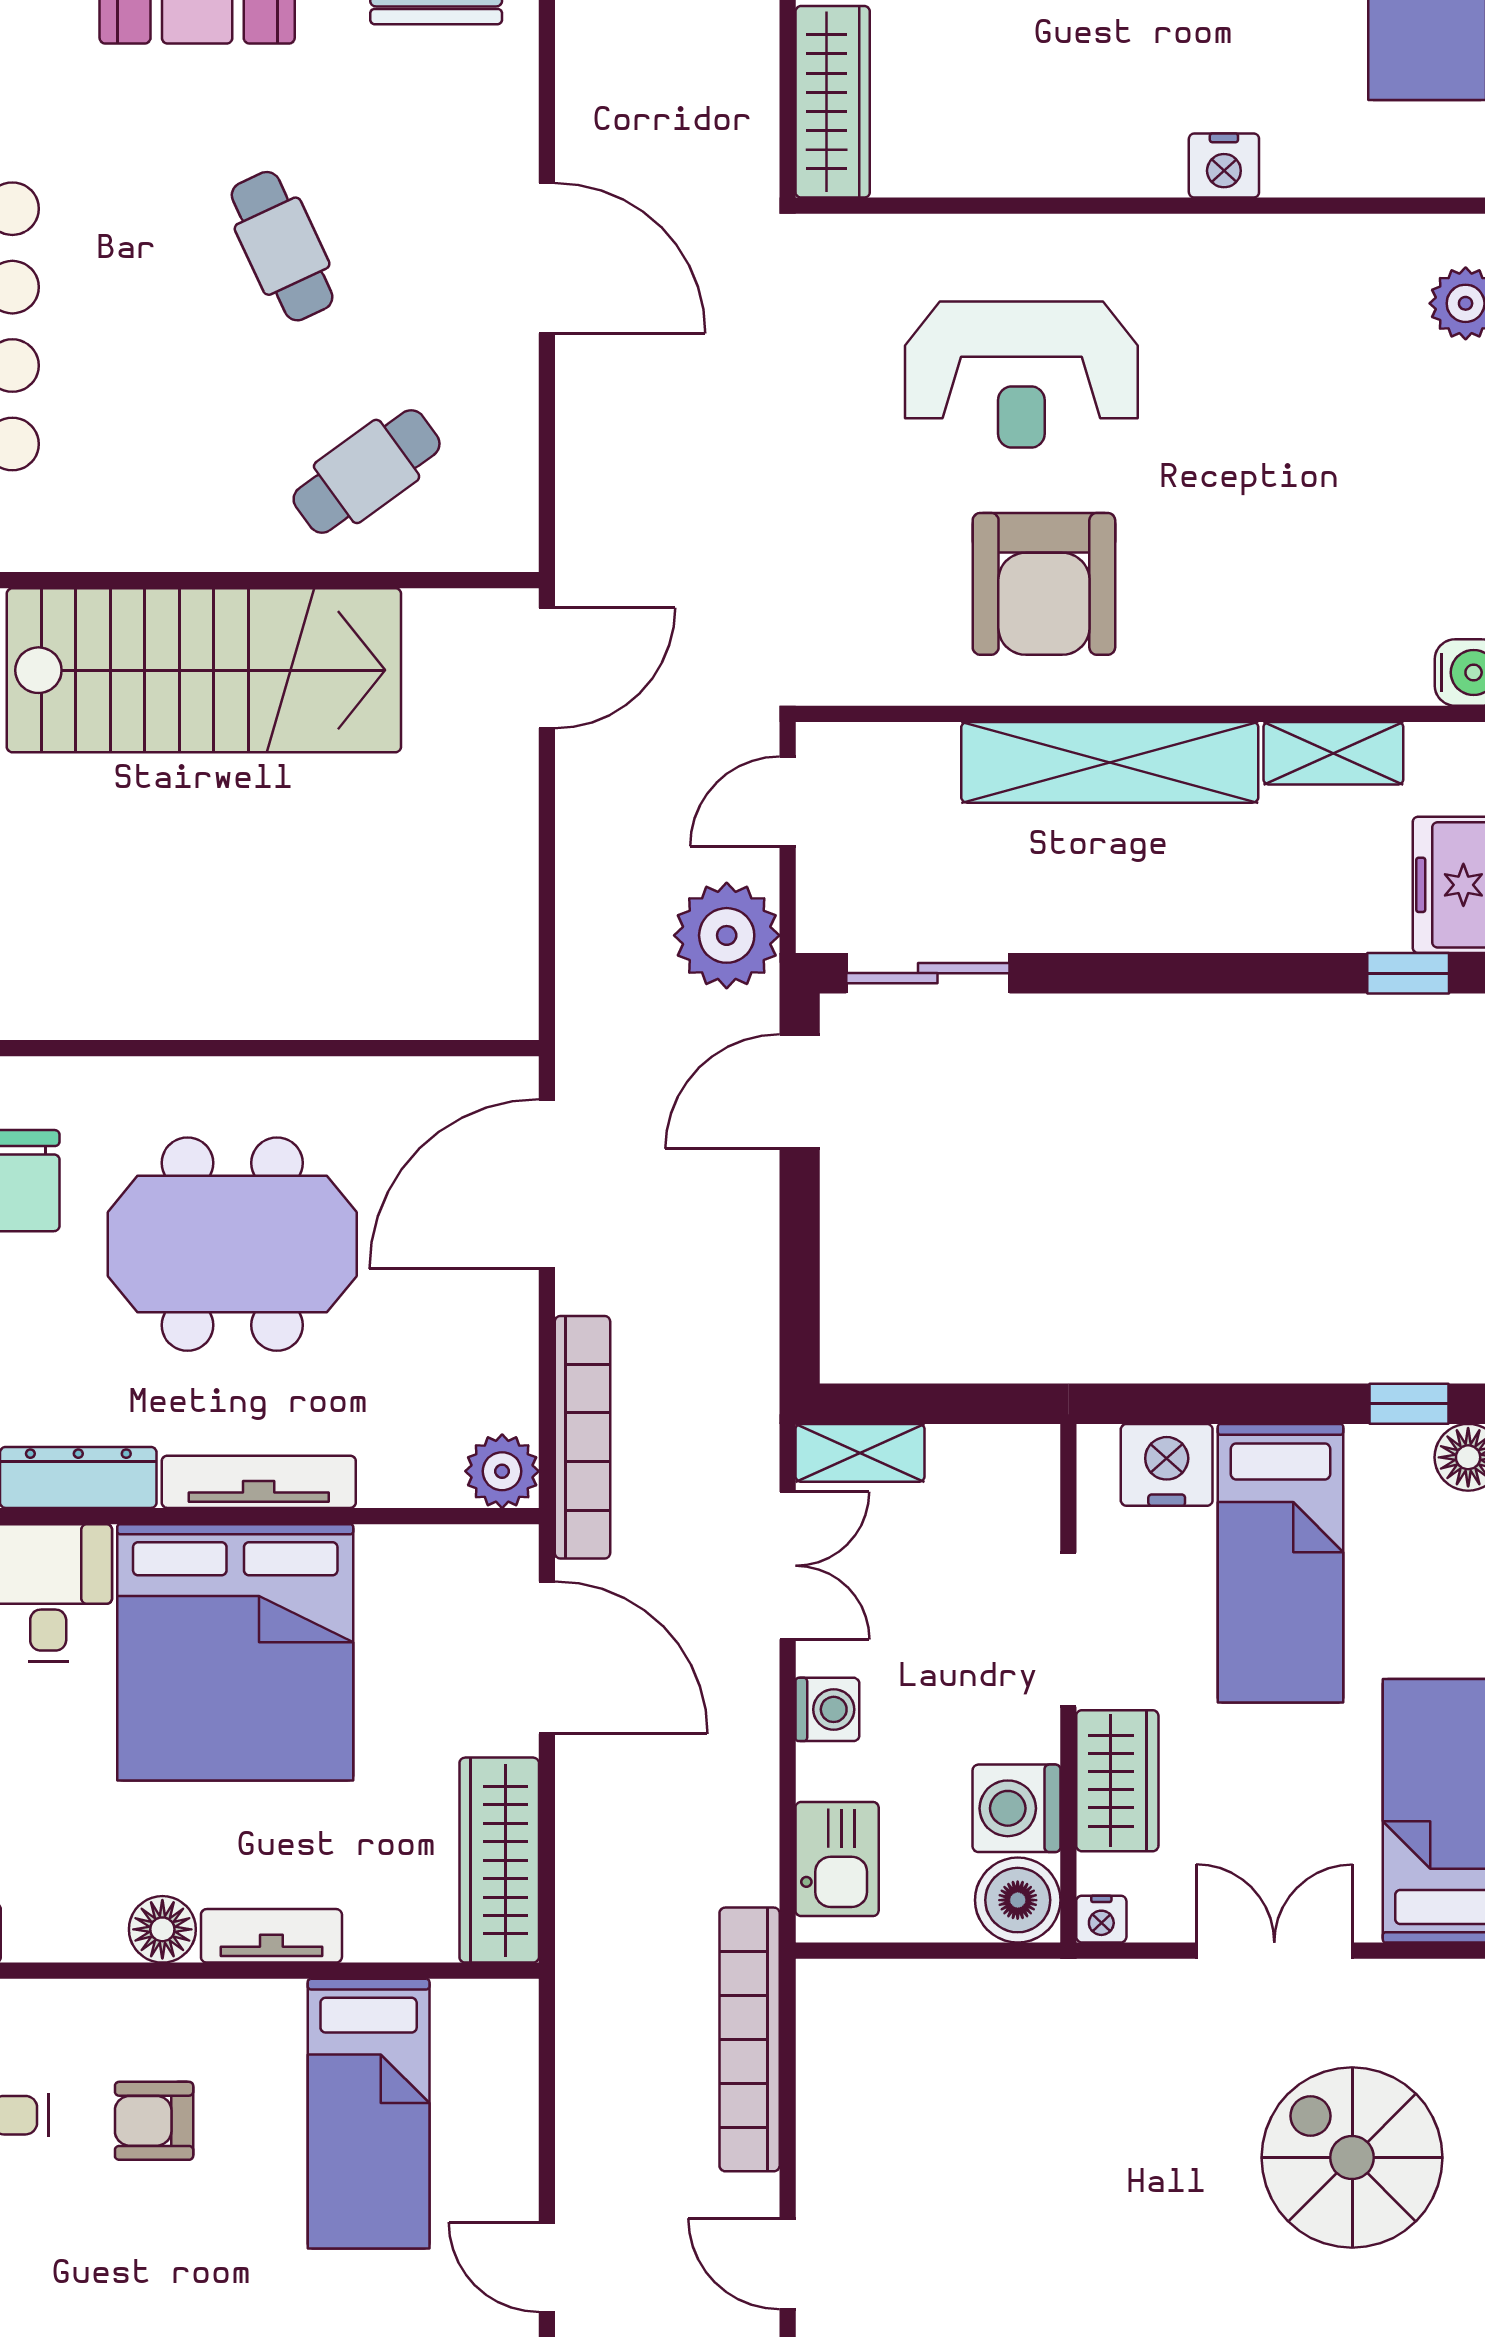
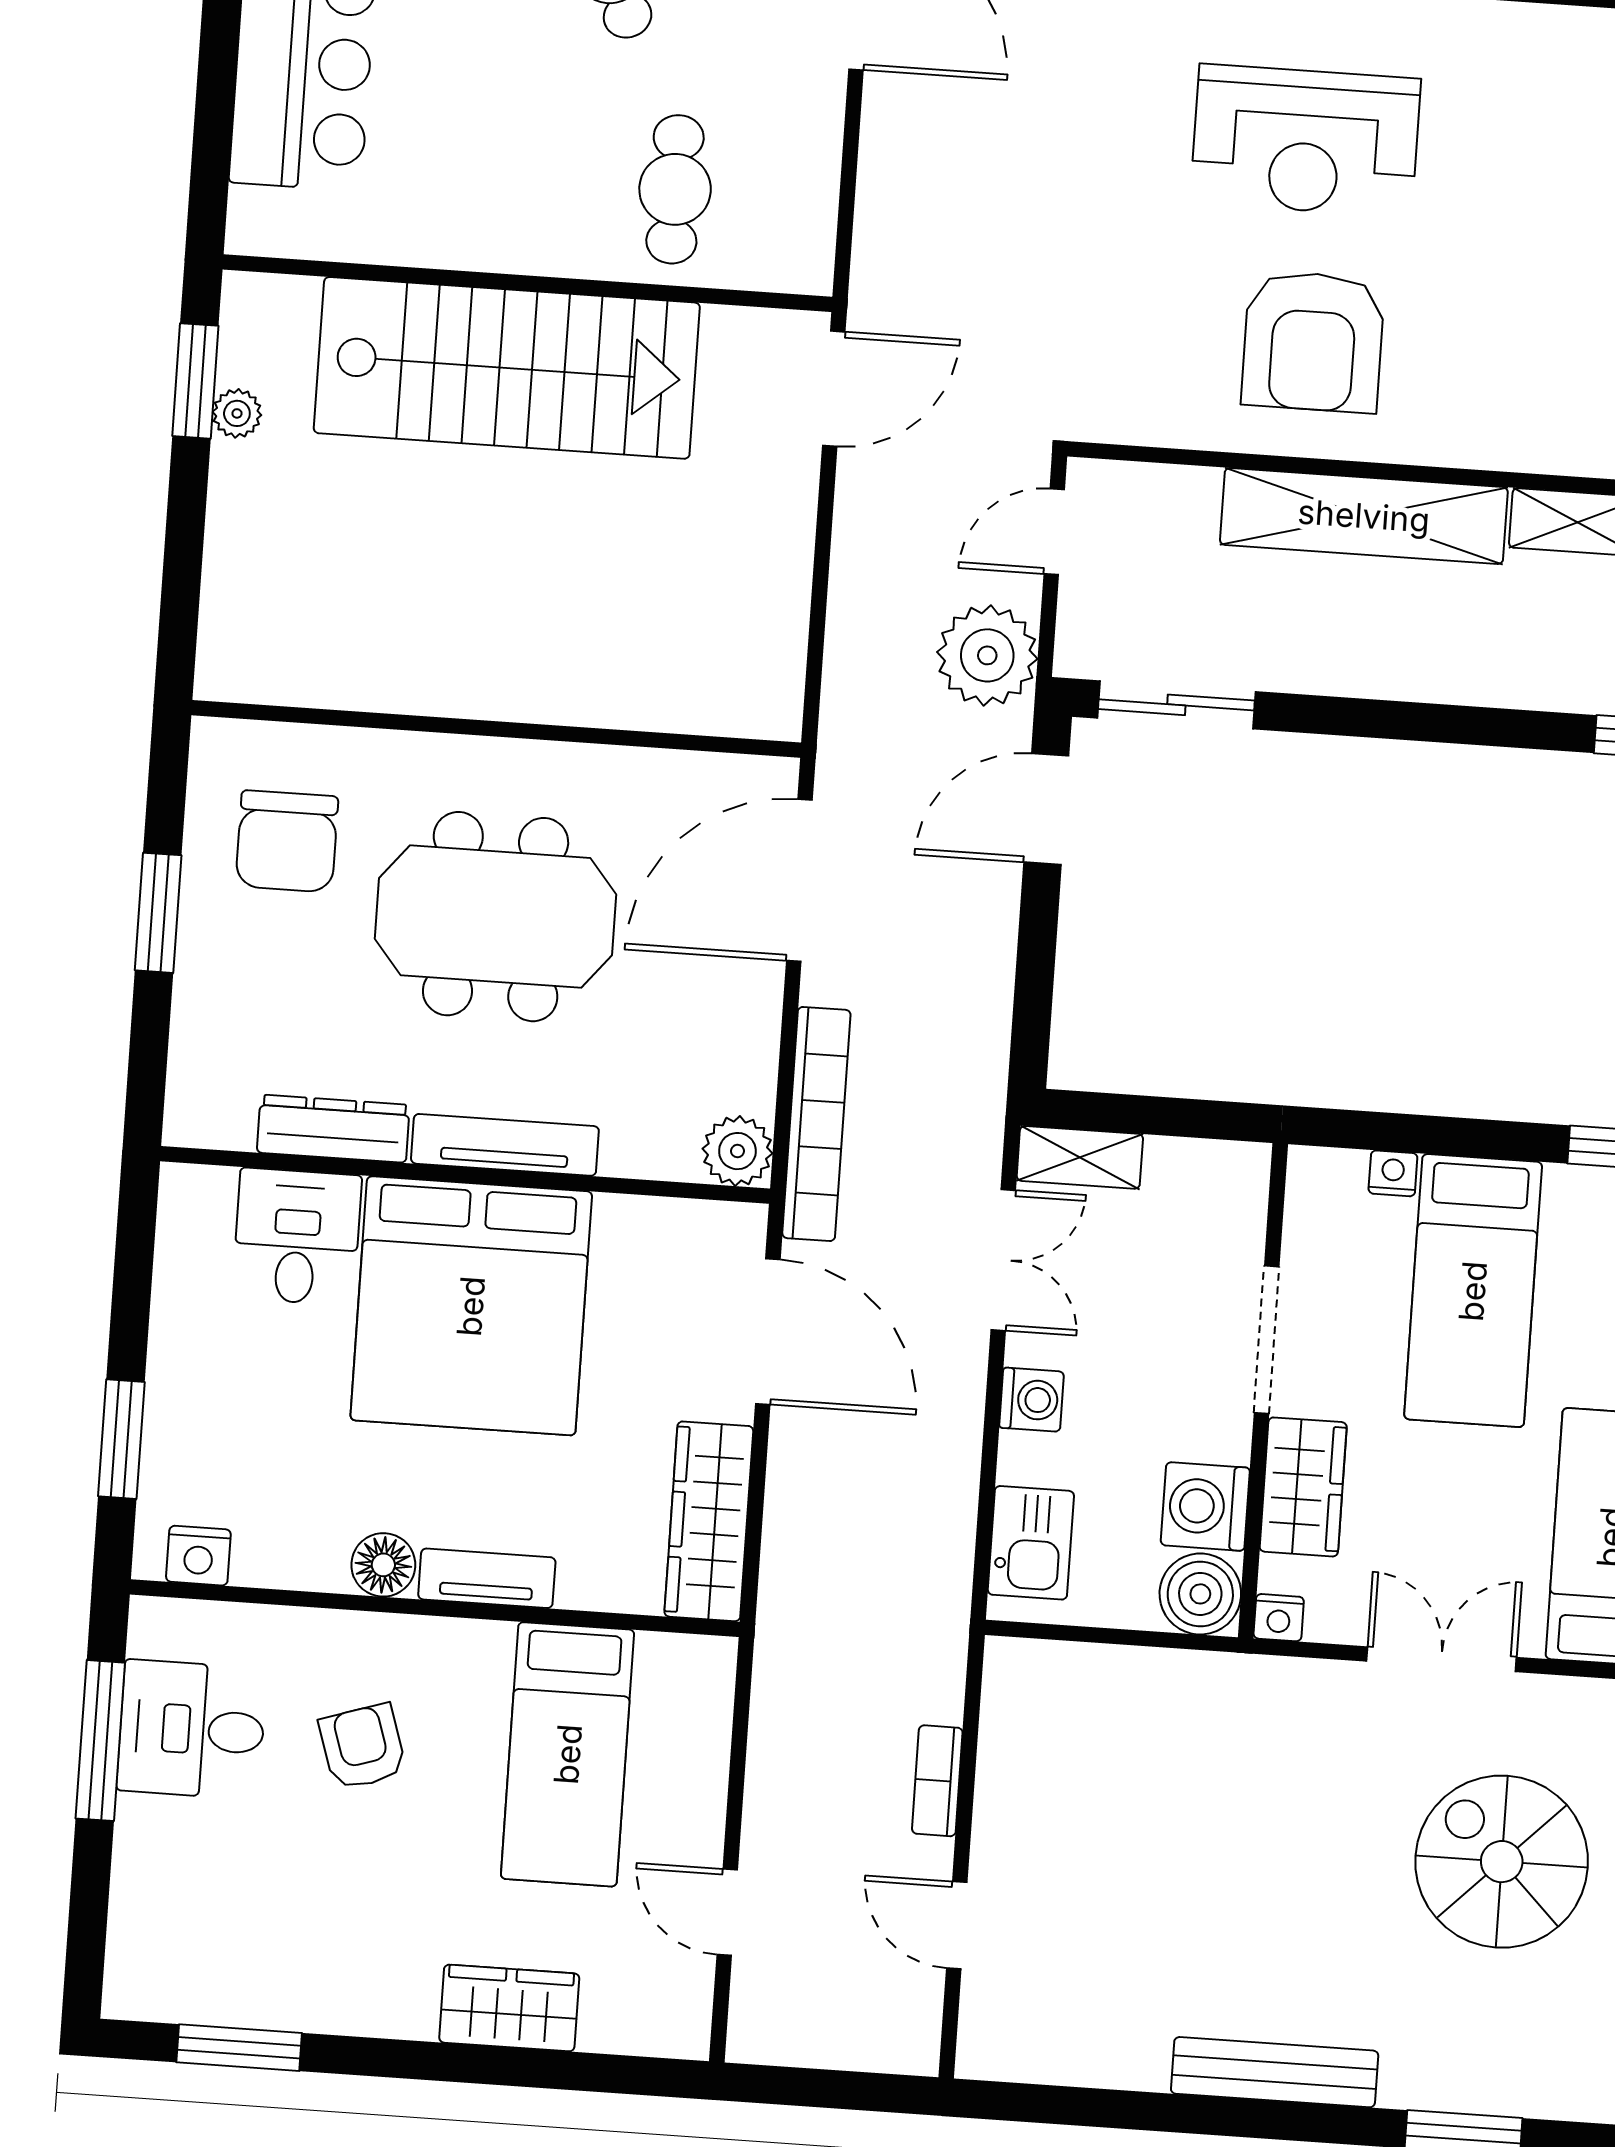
cafe table: (367, 471) -> (675, 189), turned -54
nightstand: (1167, 1465) -> (1393, 1173), width x0.53, depth x0.56
bookcase: (750, 2039) -> (937, 1781), width x0.43, depth x0.76
armchair: (154, 2121) -> (363, 1747), turned 72

